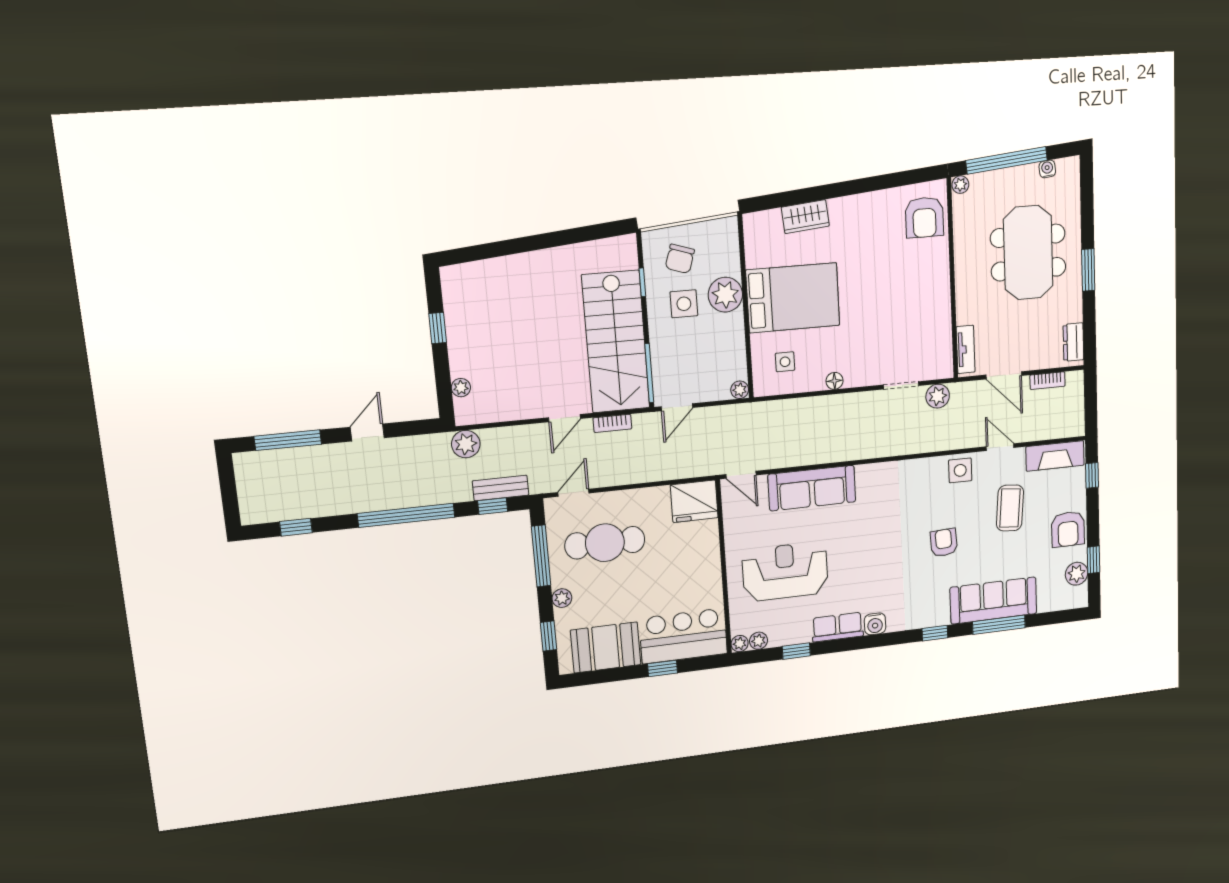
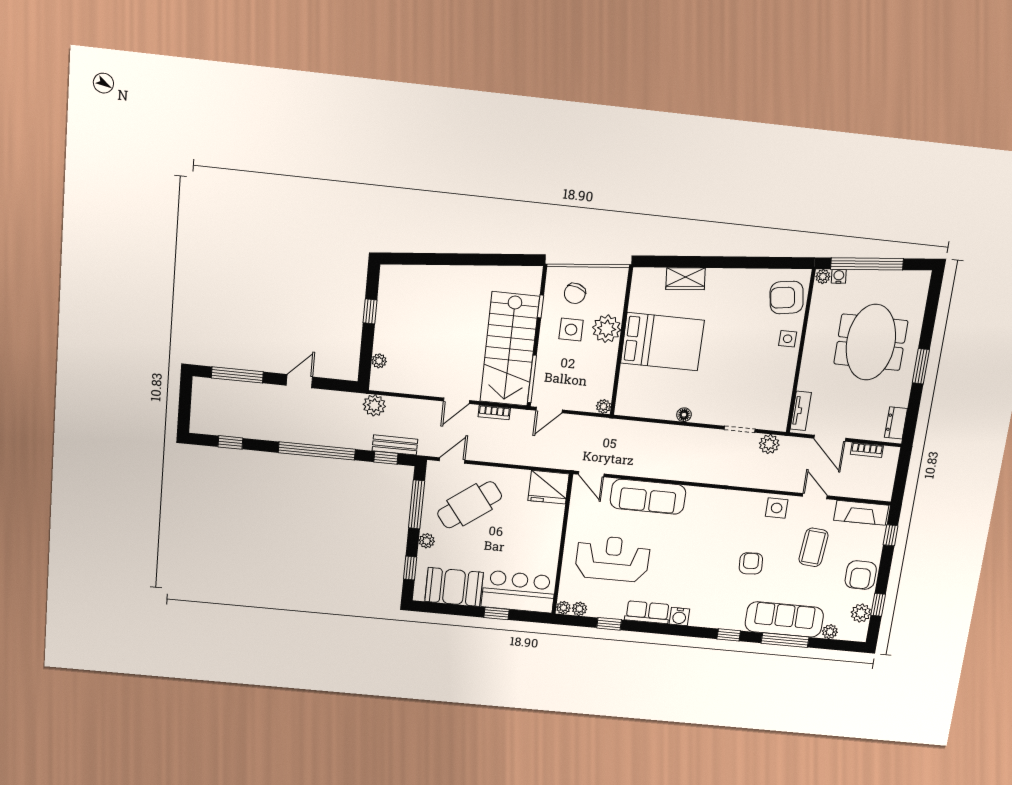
water cooler: (1047, 169) -> (839, 276), moved
armchair: (924, 217) -> (787, 297), turned 81
side table: (785, 362) -> (788, 339), moved
cafe table: (605, 543) -> (470, 505), turned -37
plant: (1047, 603) -> (830, 632), added

